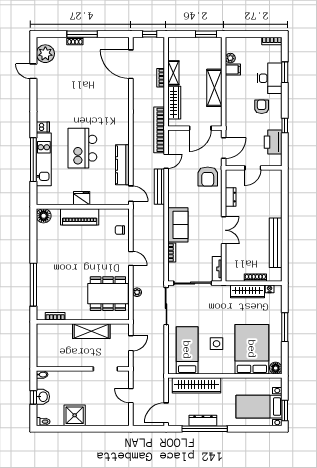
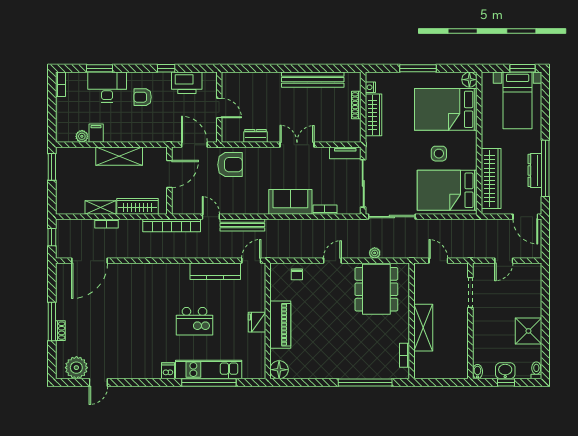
door: (200, 128) -> (169, 174), hinge flipped
kitchen island: (82, 148) -> (195, 321), width x0.73, depth x0.78
shelving: (91, 331) -> (423, 328), moved
bed: (187, 350) -> (447, 190), width x1.50

